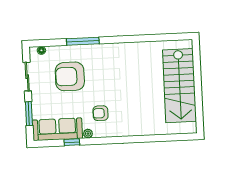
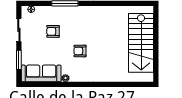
armchair: (70, 76) -> (53, 31), width x0.53, depth x0.53
armchair: (101, 113) -> (80, 51), moved
window: (72, 142) -> (52, 84), removed

